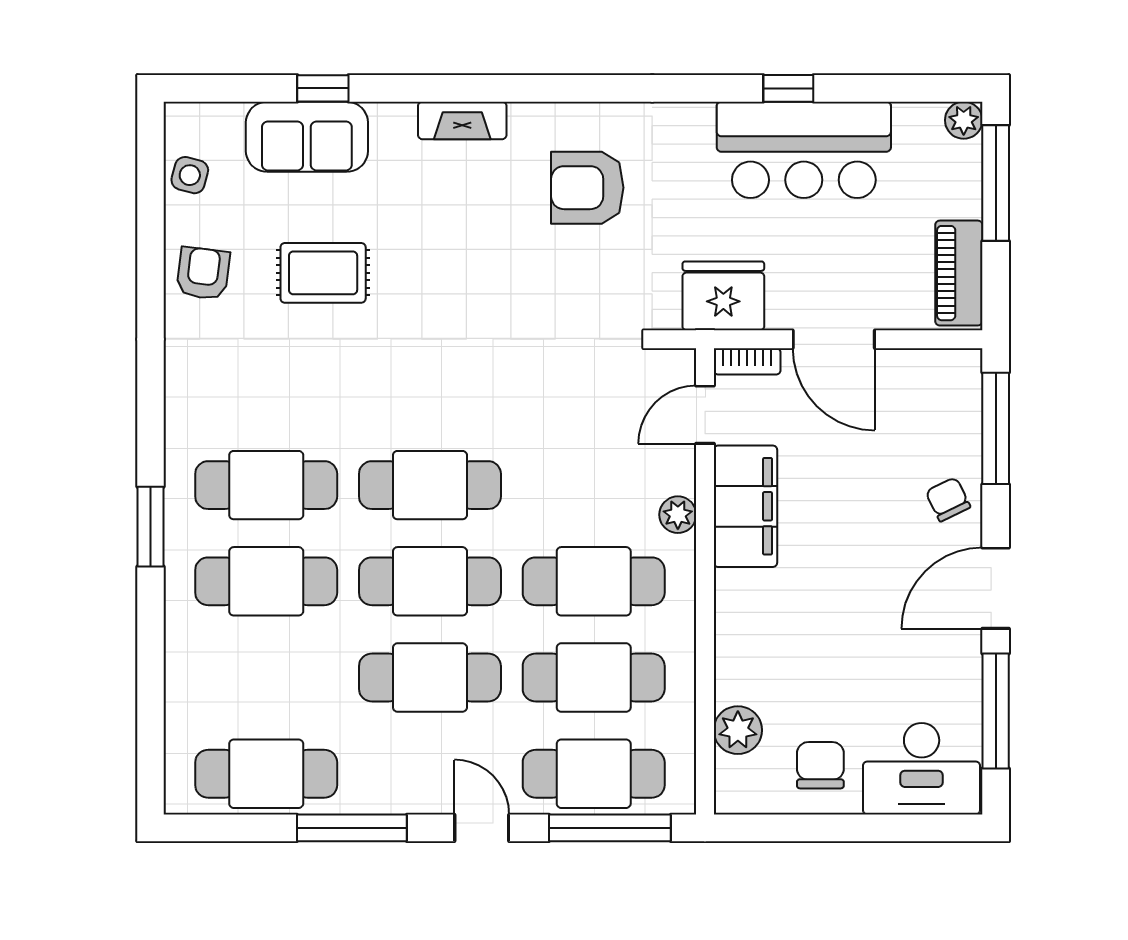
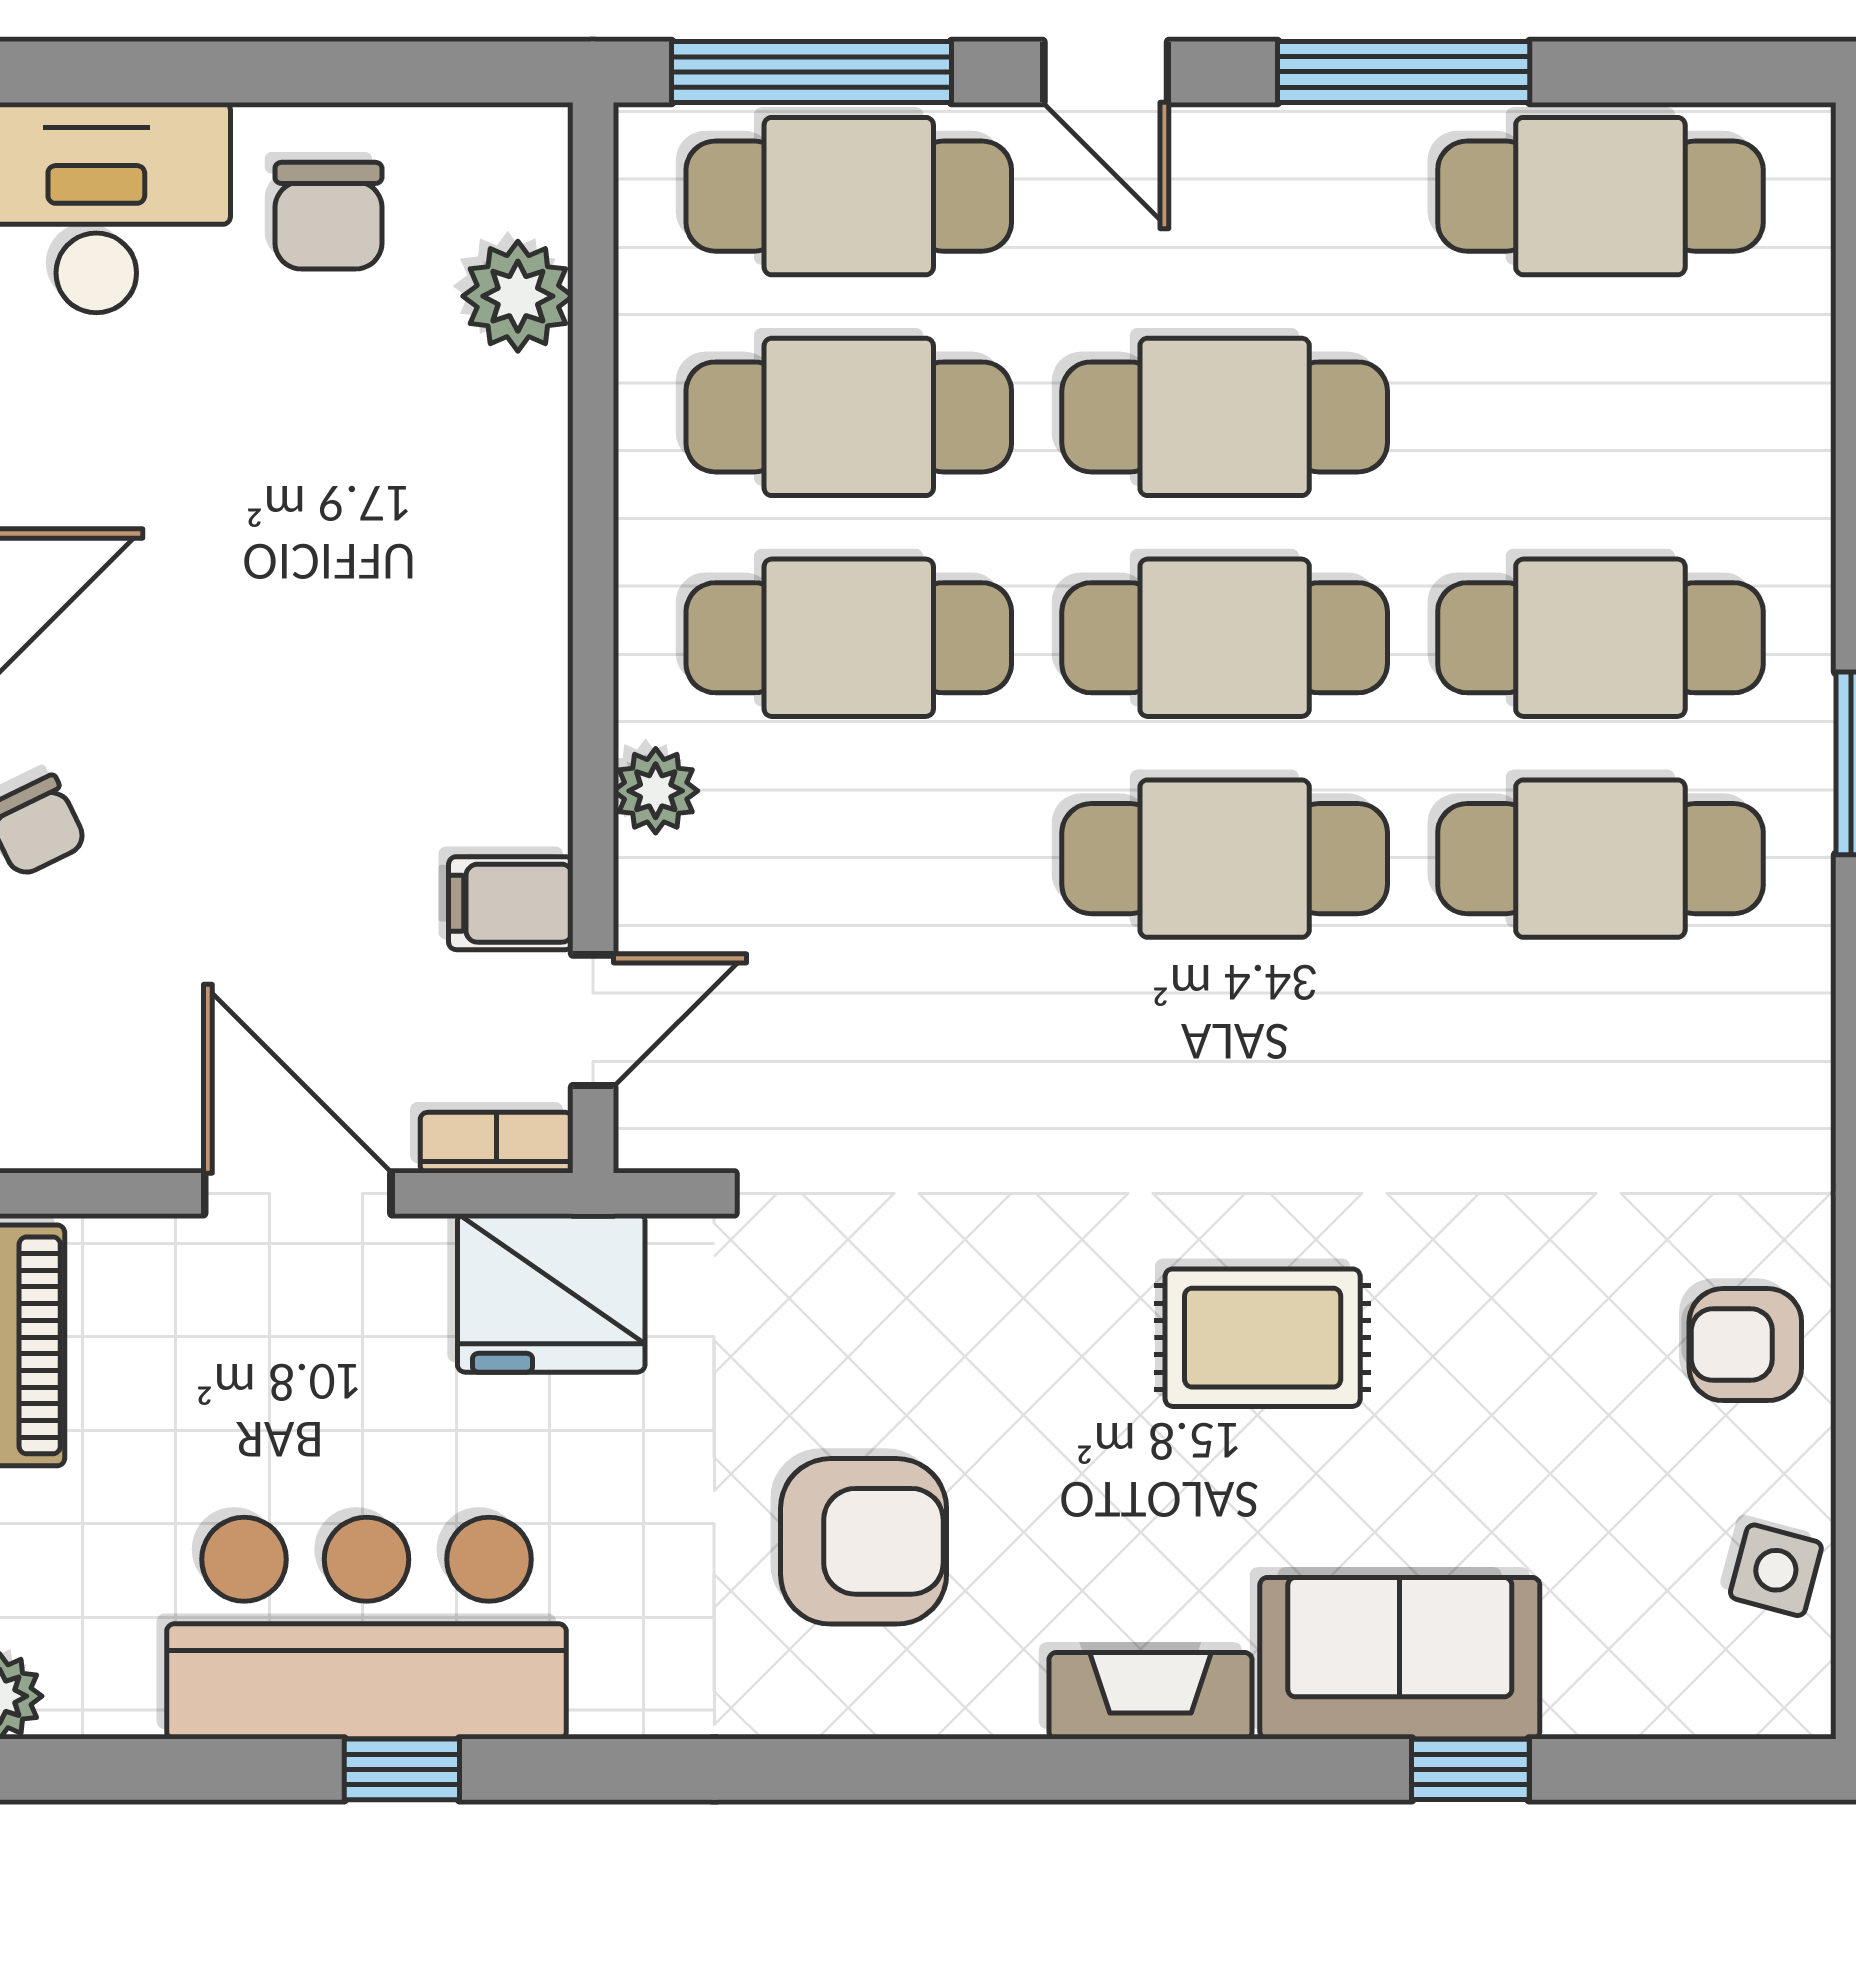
sofa: (307, 137) -> (1400, 1658), moved
armchair: (203, 273) -> (1745, 1345), turned 83
rug: (323, 273) -> (1263, 1338), moved
filing cabinet: (745, 506) -> (511, 903), width x0.33, depth x0.86

